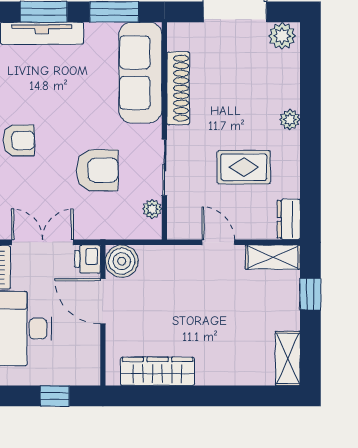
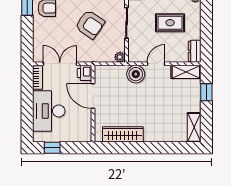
armchair: (97, 170) -> (90, 24), turned 34
plant: (152, 209) -> (120, 57), moved
door: (218, 242) -> (156, 64), hinge flipped
boiler: (122, 261) -> (136, 74), moved
window: (55, 396) -> (52, 148), moved

